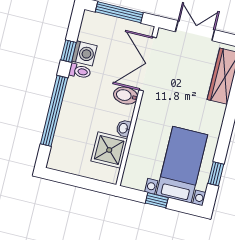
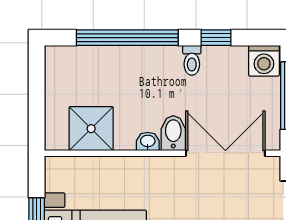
washing machine: (84, 53) -> (264, 61), moved
washbasin: (124, 128) -> (148, 141), moved

